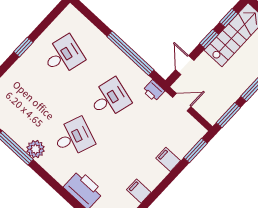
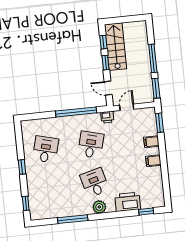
desk: (73, 137) -> (95, 183), turned -36
plant: (35, 149) -> (99, 207), moved
filing cabinet: (139, 191) -> (153, 161), moved

